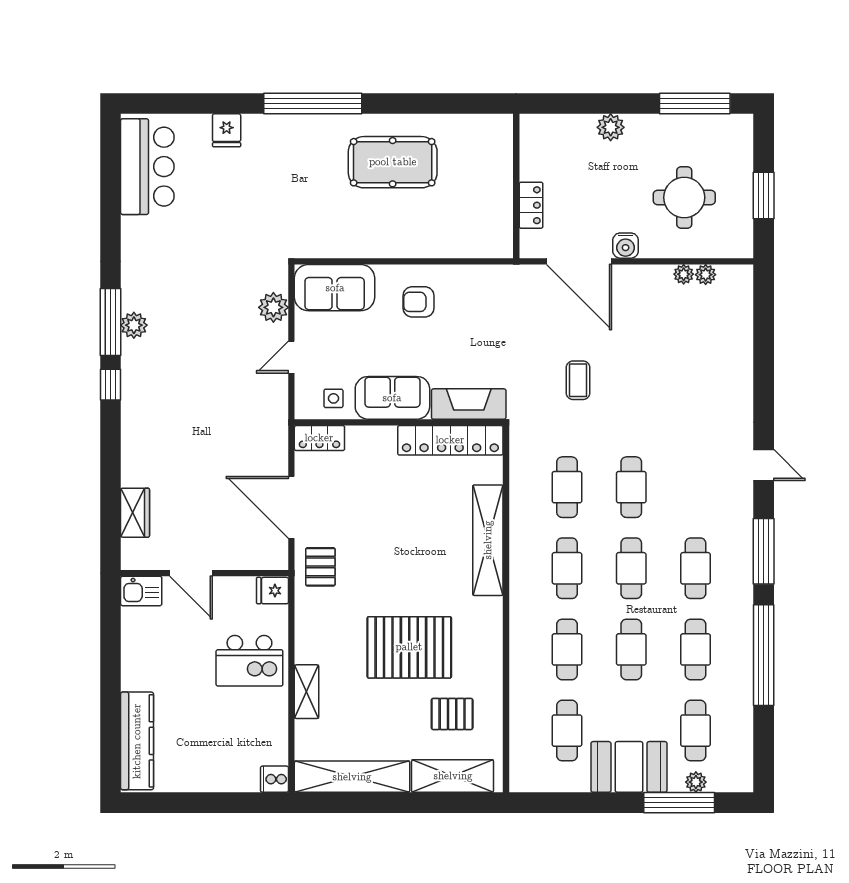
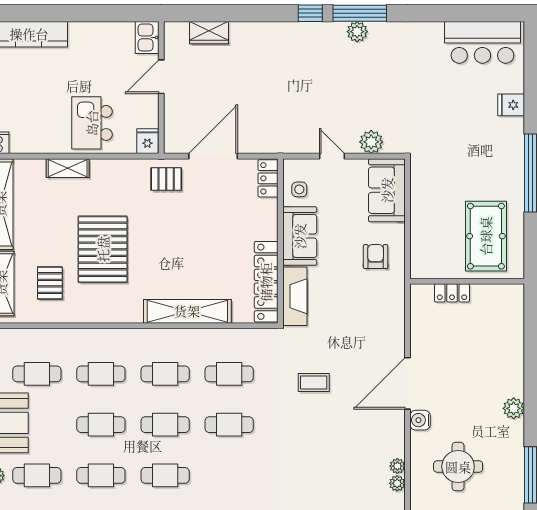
wall: (516, 186) -> (467, 281), moved
locker: (531, 205) -> (452, 293), moved

